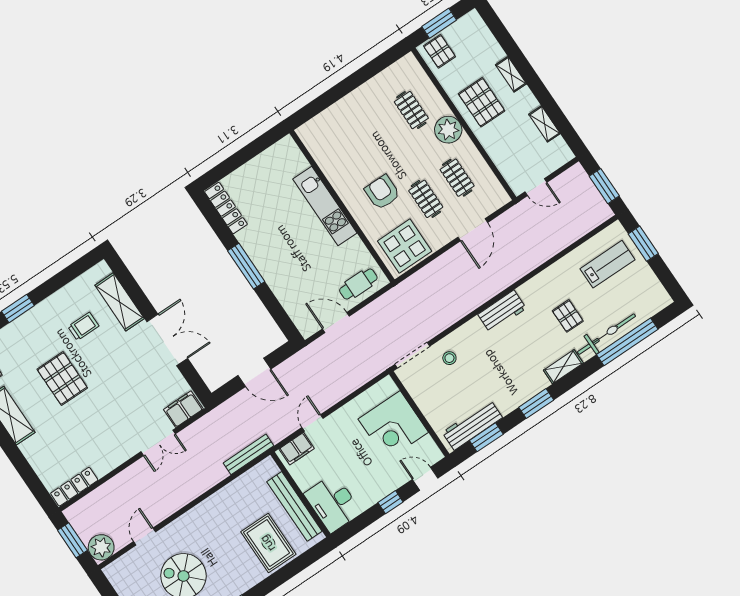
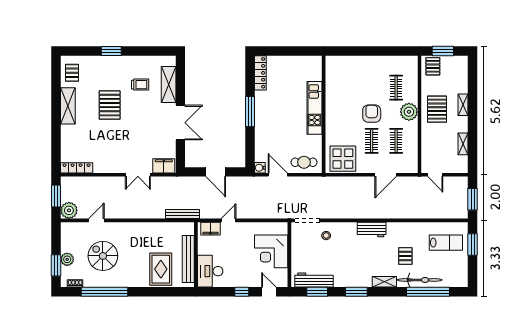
armchair: (382, 192) -> (372, 114), moved
water cooler: (307, 329) -> (260, 168), added

